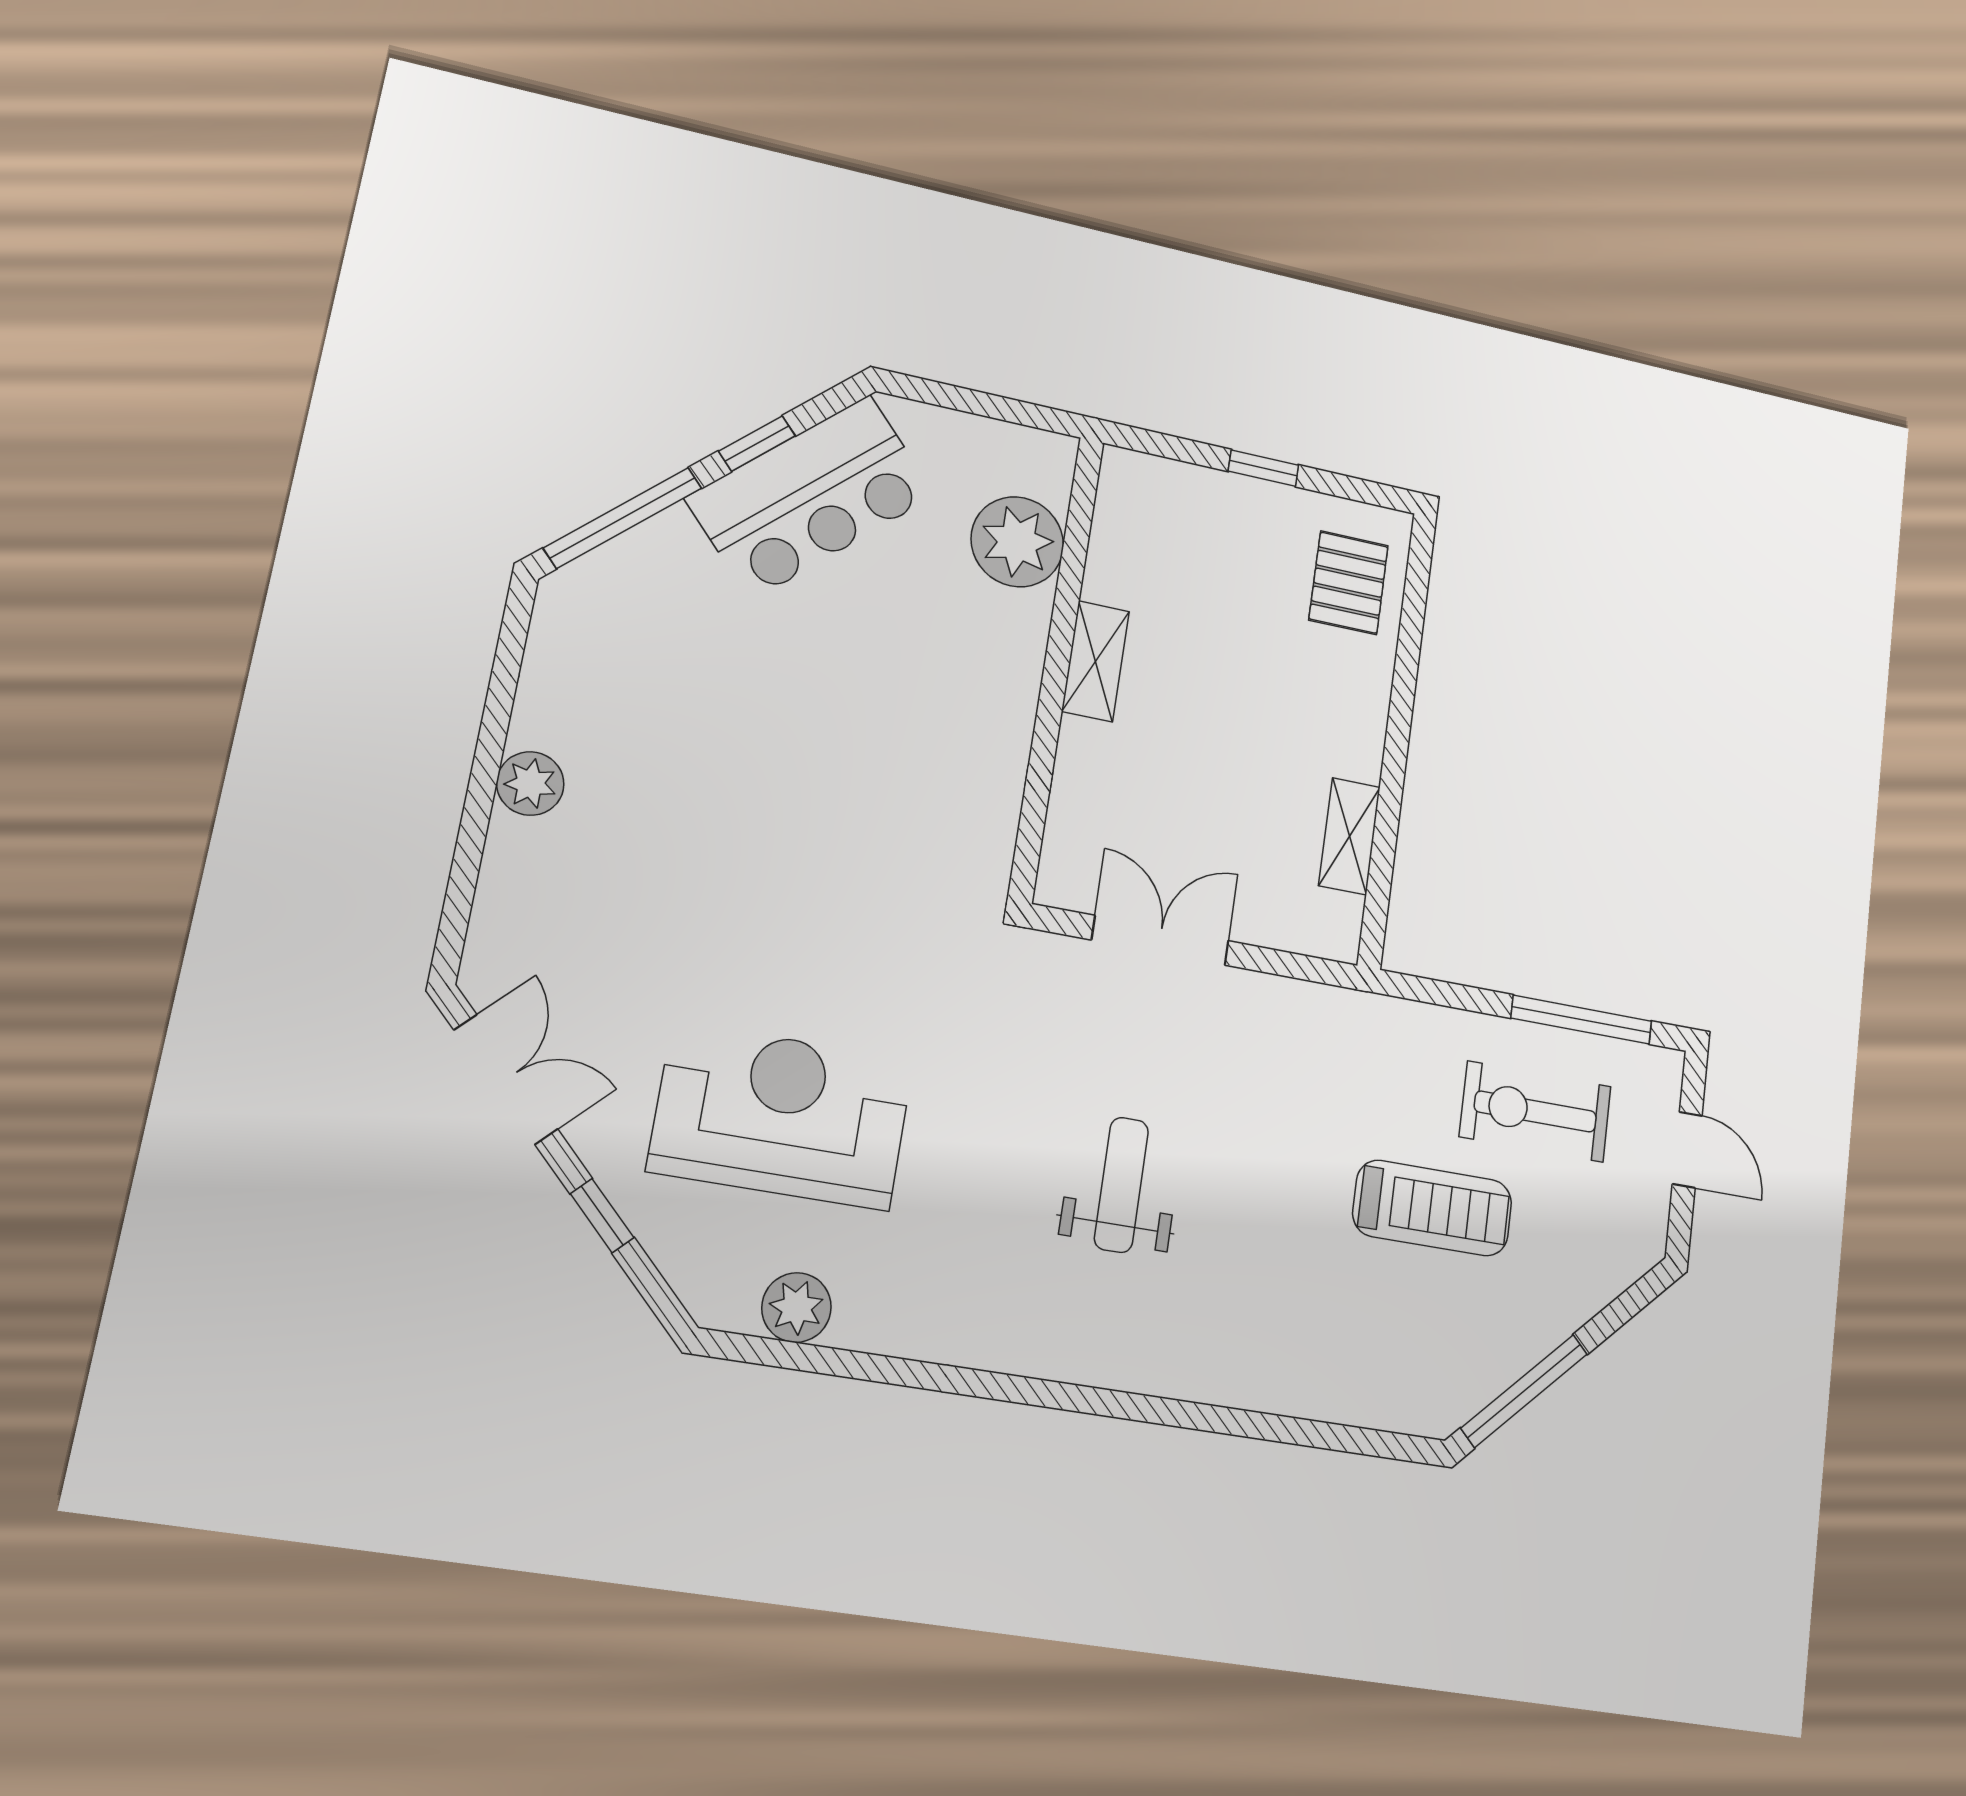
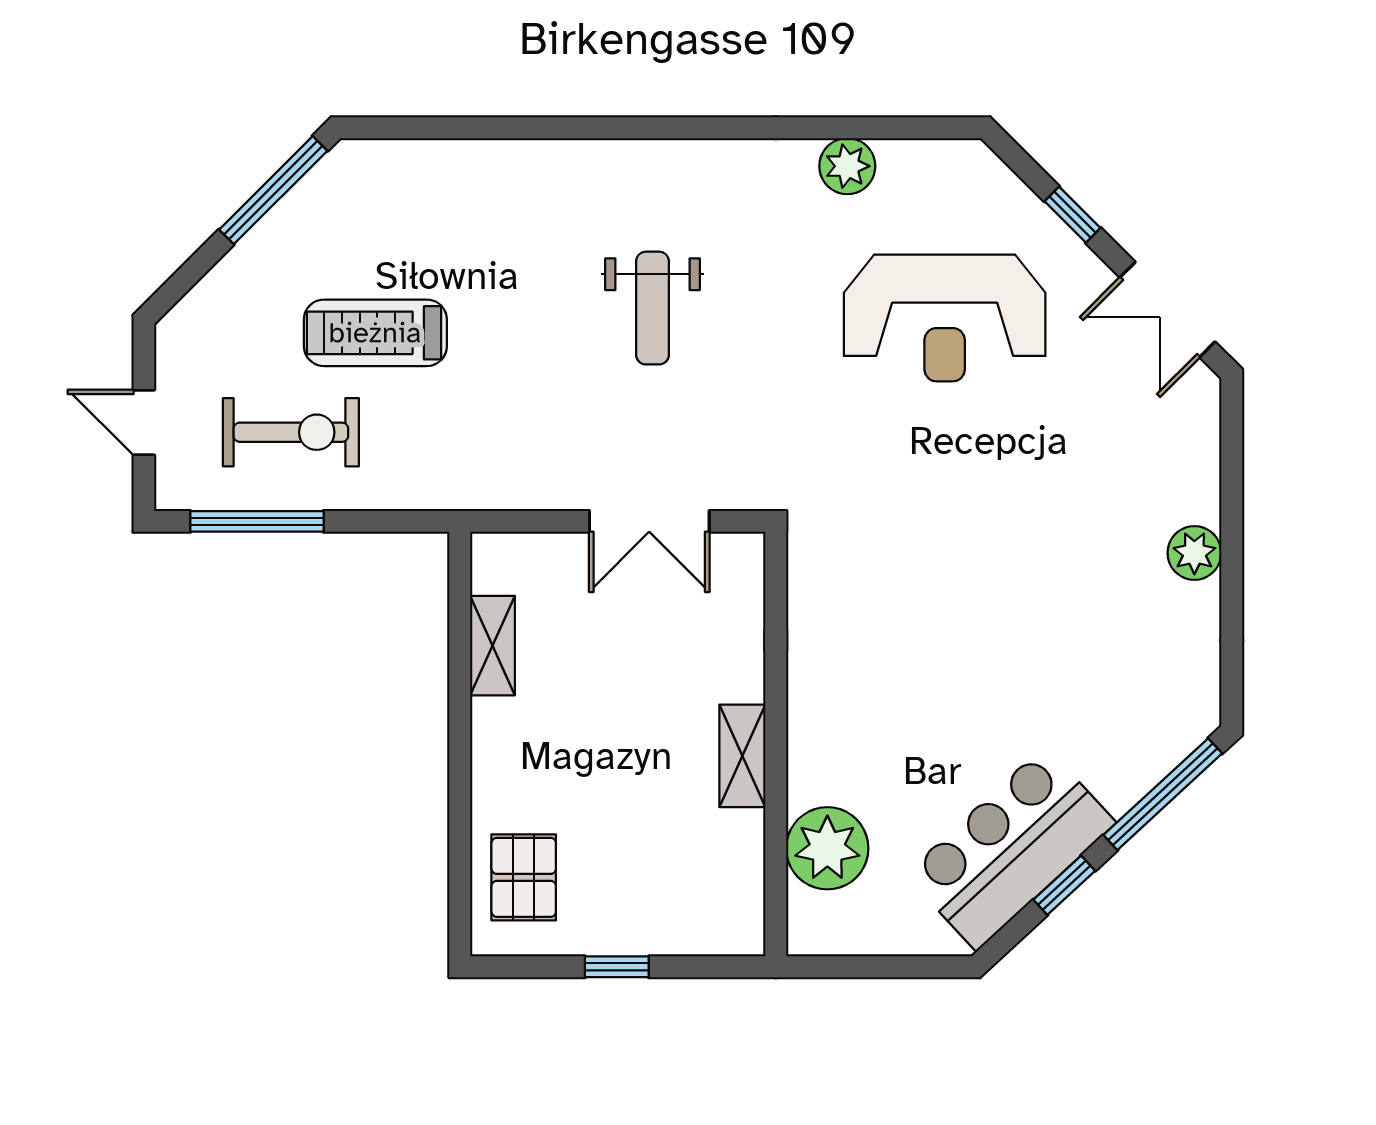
plant: (796, 1308) -> (847, 166), moved

